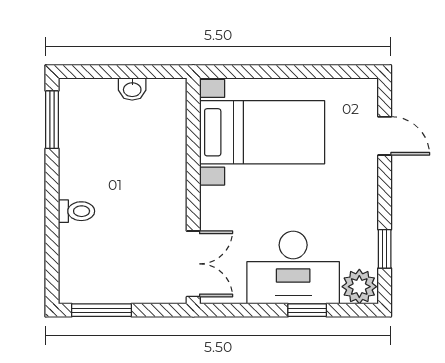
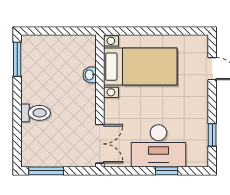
washbasin: (132, 89) -> (90, 75), moved, turned 90
toilet: (76, 211) -> (36, 113), width x1.37, depth x1.39
plant: (359, 287) -> (197, 157), removed

